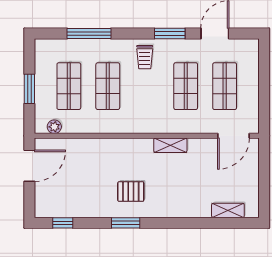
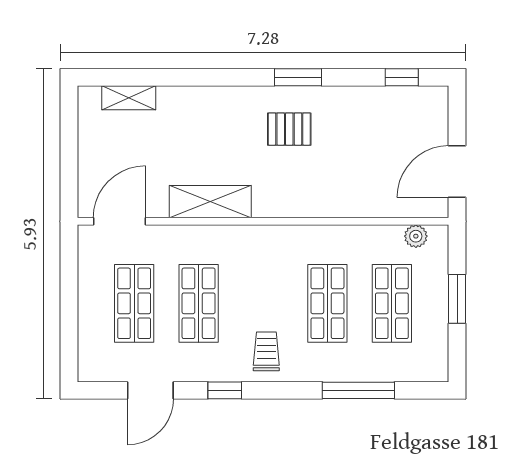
window: (170, 34) -> (225, 390), width x0.67
shelving: (170, 145) -> (210, 202), width x1.50, depth x1.33

